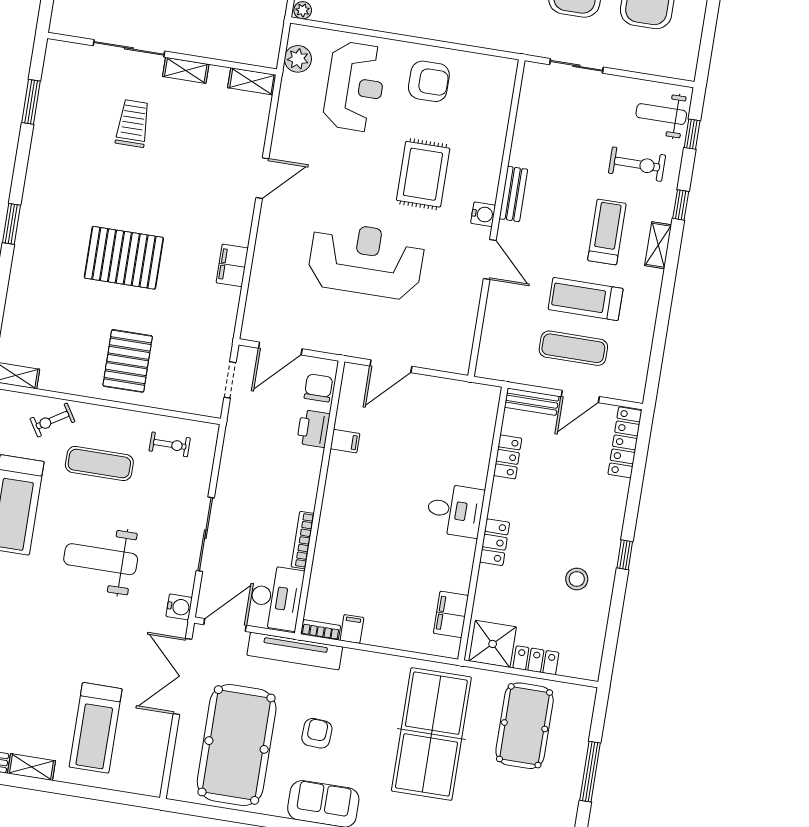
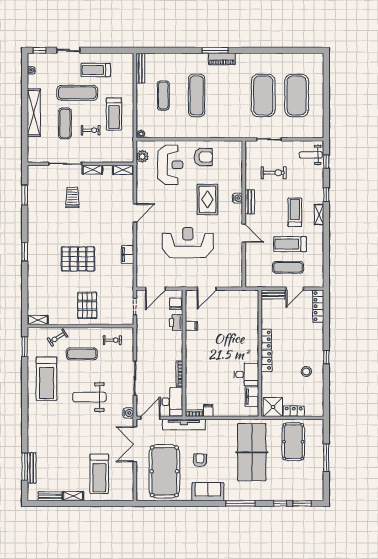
exercise bike: (637, 164) -> (274, 173), moved
water cooler: (483, 214) -> (237, 198), moved
locker: (508, 457) -> (266, 339), moved
desk: (455, 510) -> (246, 375), moved

